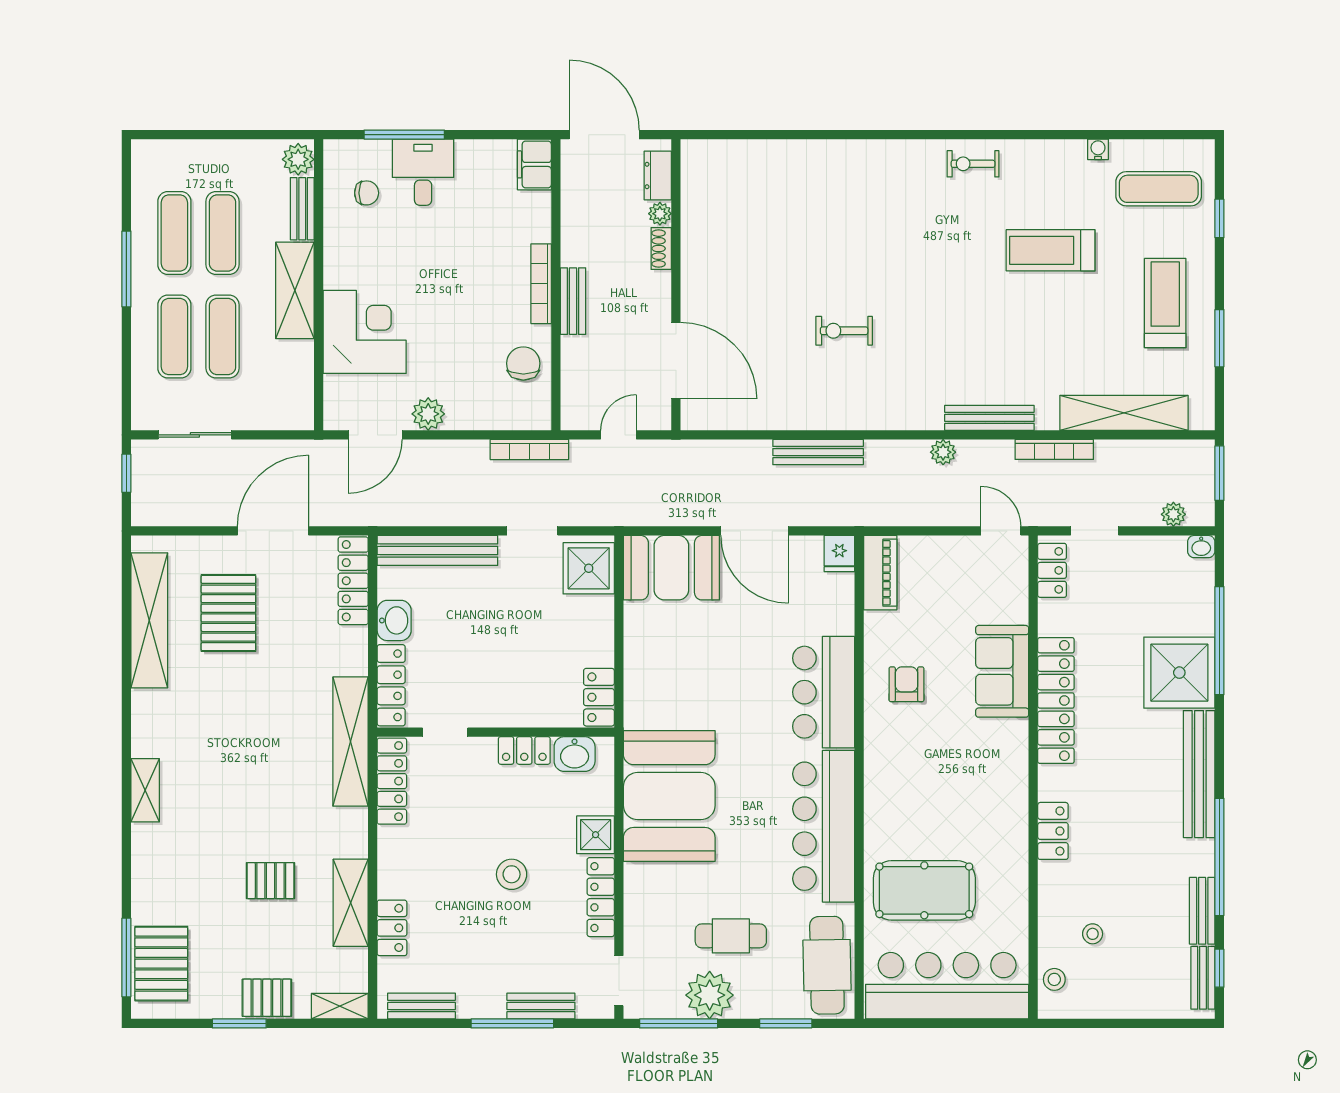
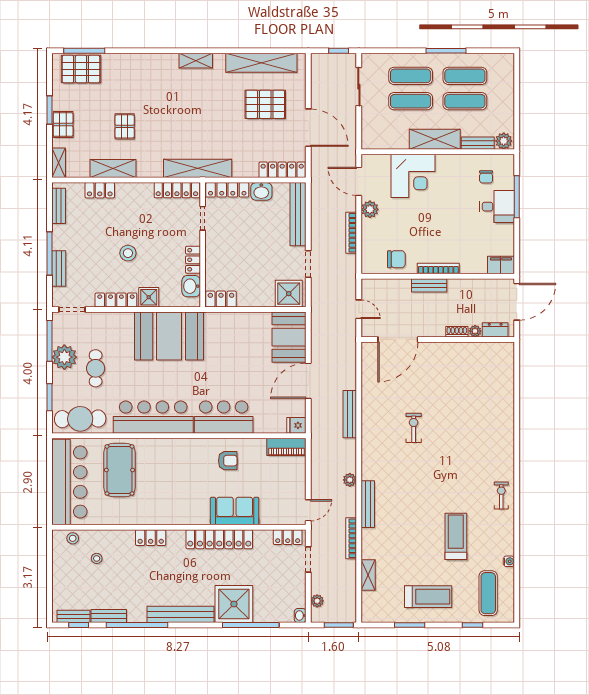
shelving: (1124, 413) -> (368, 575), width x0.45, depth x0.75
bookcase: (529, 449) -> (351, 233), moved
shelving: (145, 790) -> (196, 61), moved

